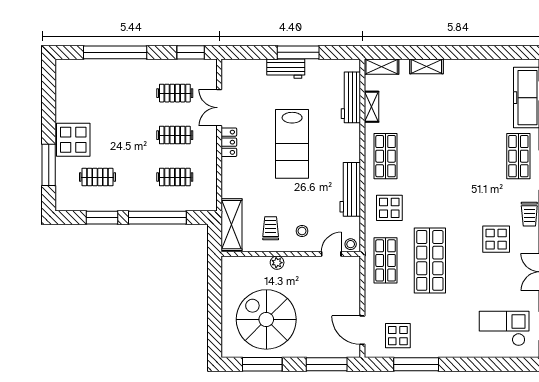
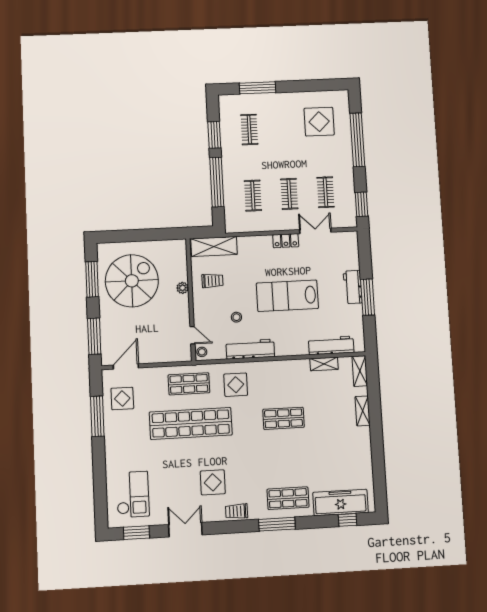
display table: (73, 140) -> (319, 122), moved
shop shelf: (386, 156) -> (284, 418), moved
stool: (302, 231) -> (236, 317), moved
shop shelf: (430, 260) -> (191, 423), width x1.40

